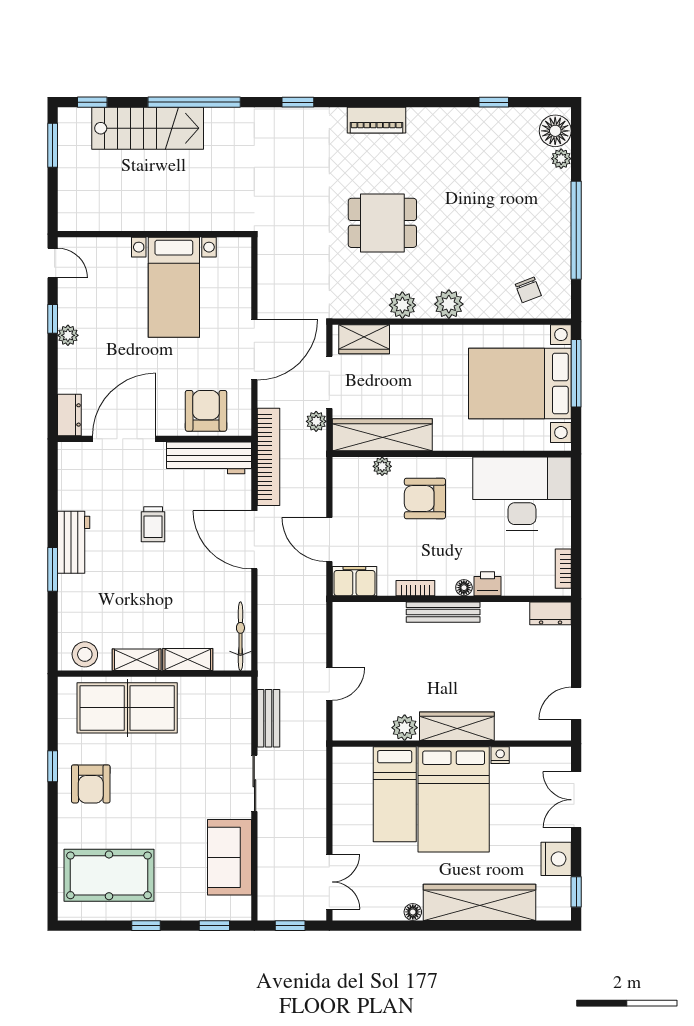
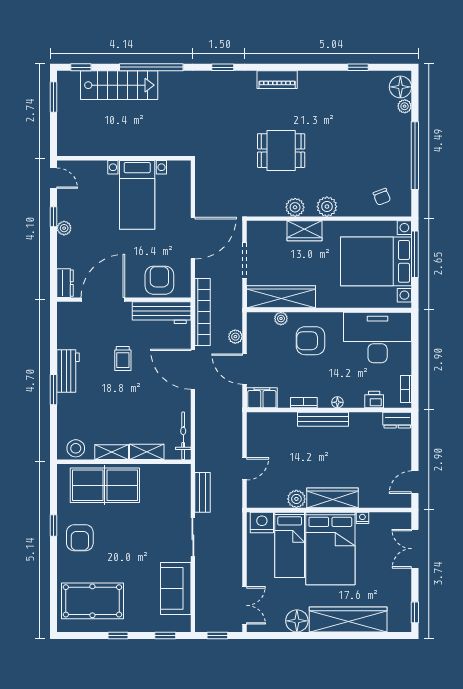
wardrobe: (364, 339) -> (305, 231), moved
plant: (316, 421) -> (235, 337), moved
printer: (487, 584) -> (374, 400), moved
nightstand: (556, 859) -> (262, 522), moved, turned -90
floor lamp: (413, 912) -> (297, 621), width x1.89, depth x1.89

